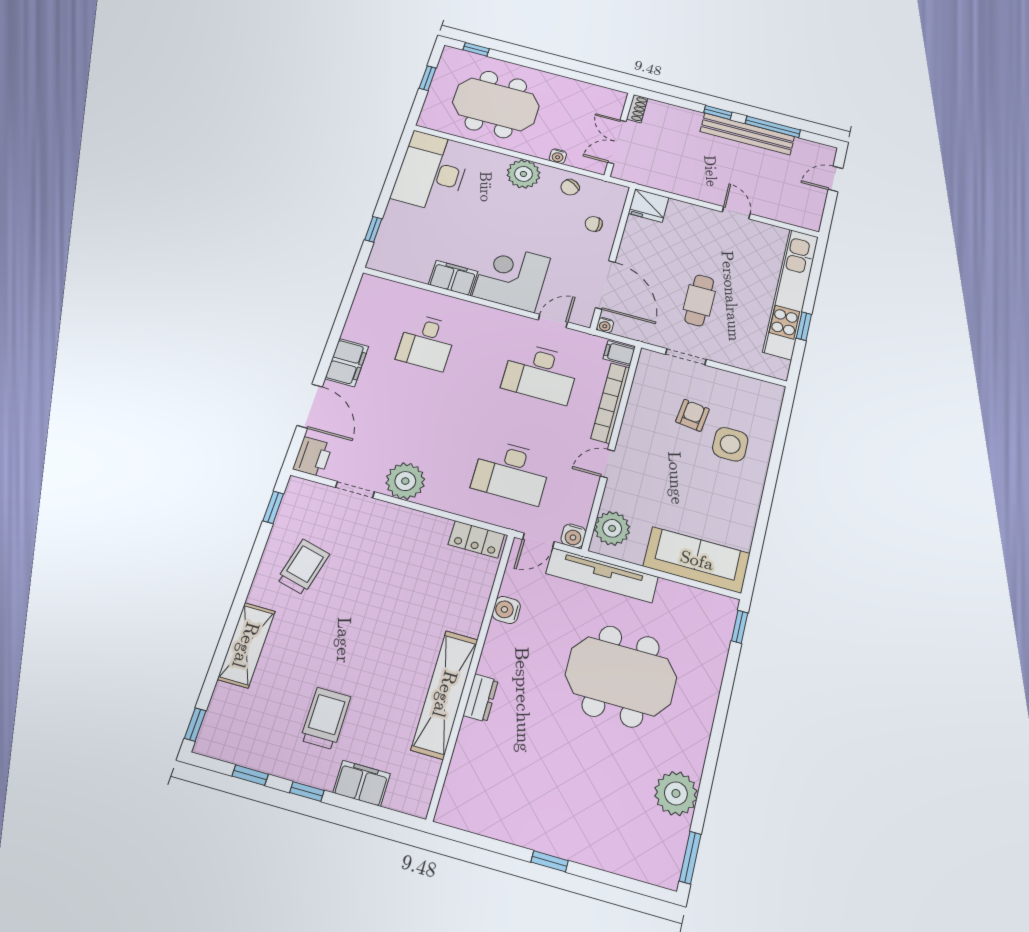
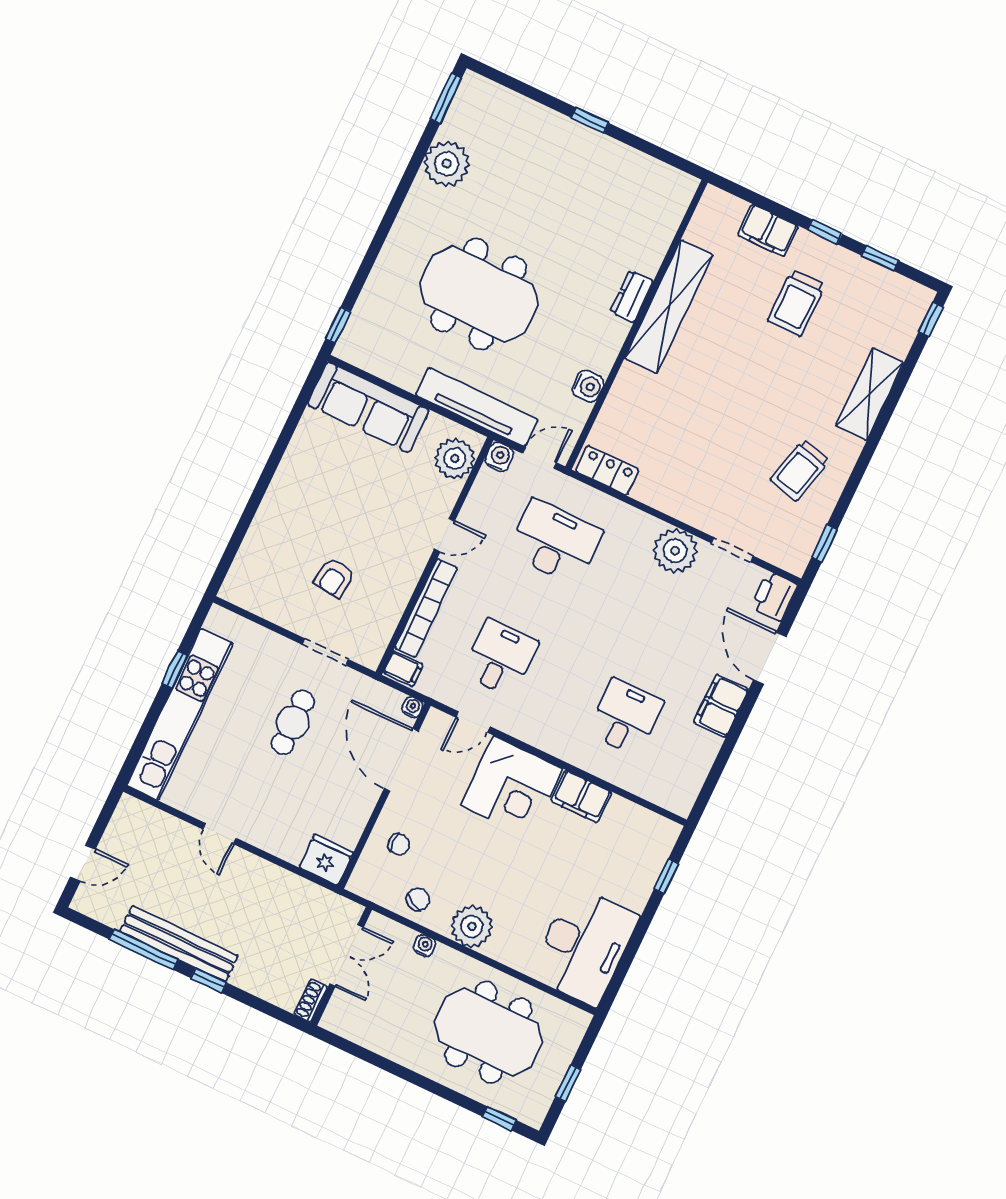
desk: (540, 373) -> (500, 658), width x0.73
side table: (730, 444) -> (299, 536), removed

